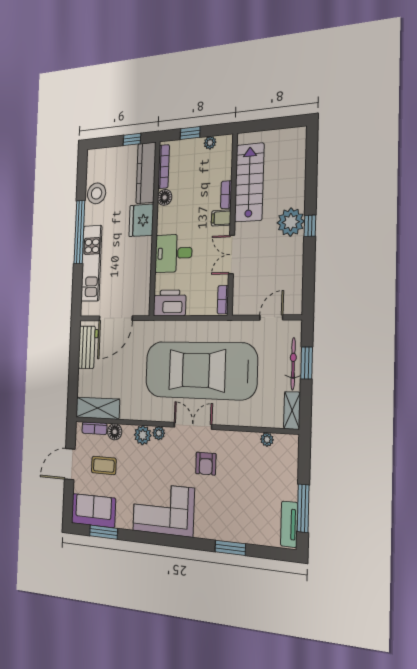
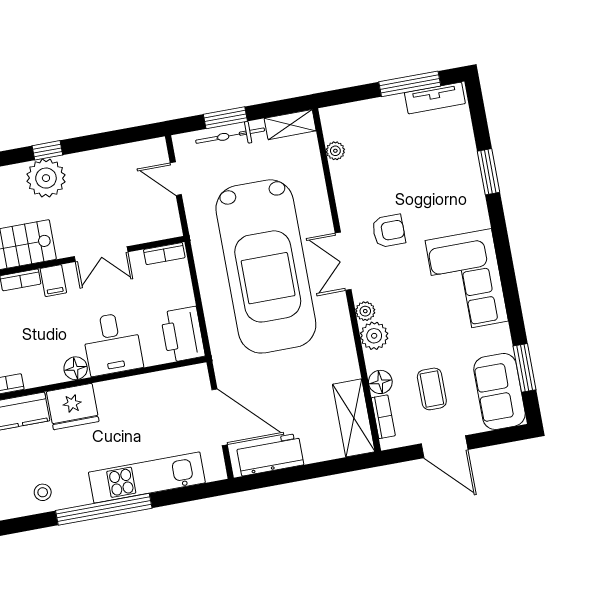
stool: (97, 193) -> (43, 492), width x0.53, depth x0.53
floor lamp: (165, 197) -> (76, 368), moved

